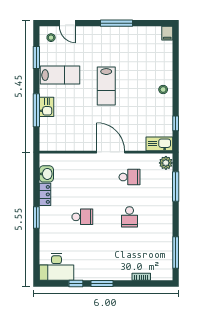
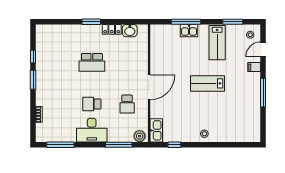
filing cabinet: (167, 33) -> (254, 67), moved
school desk: (82, 217) -> (92, 62), width x1.85
desk: (56, 267) -> (92, 130), moved, turned -90

